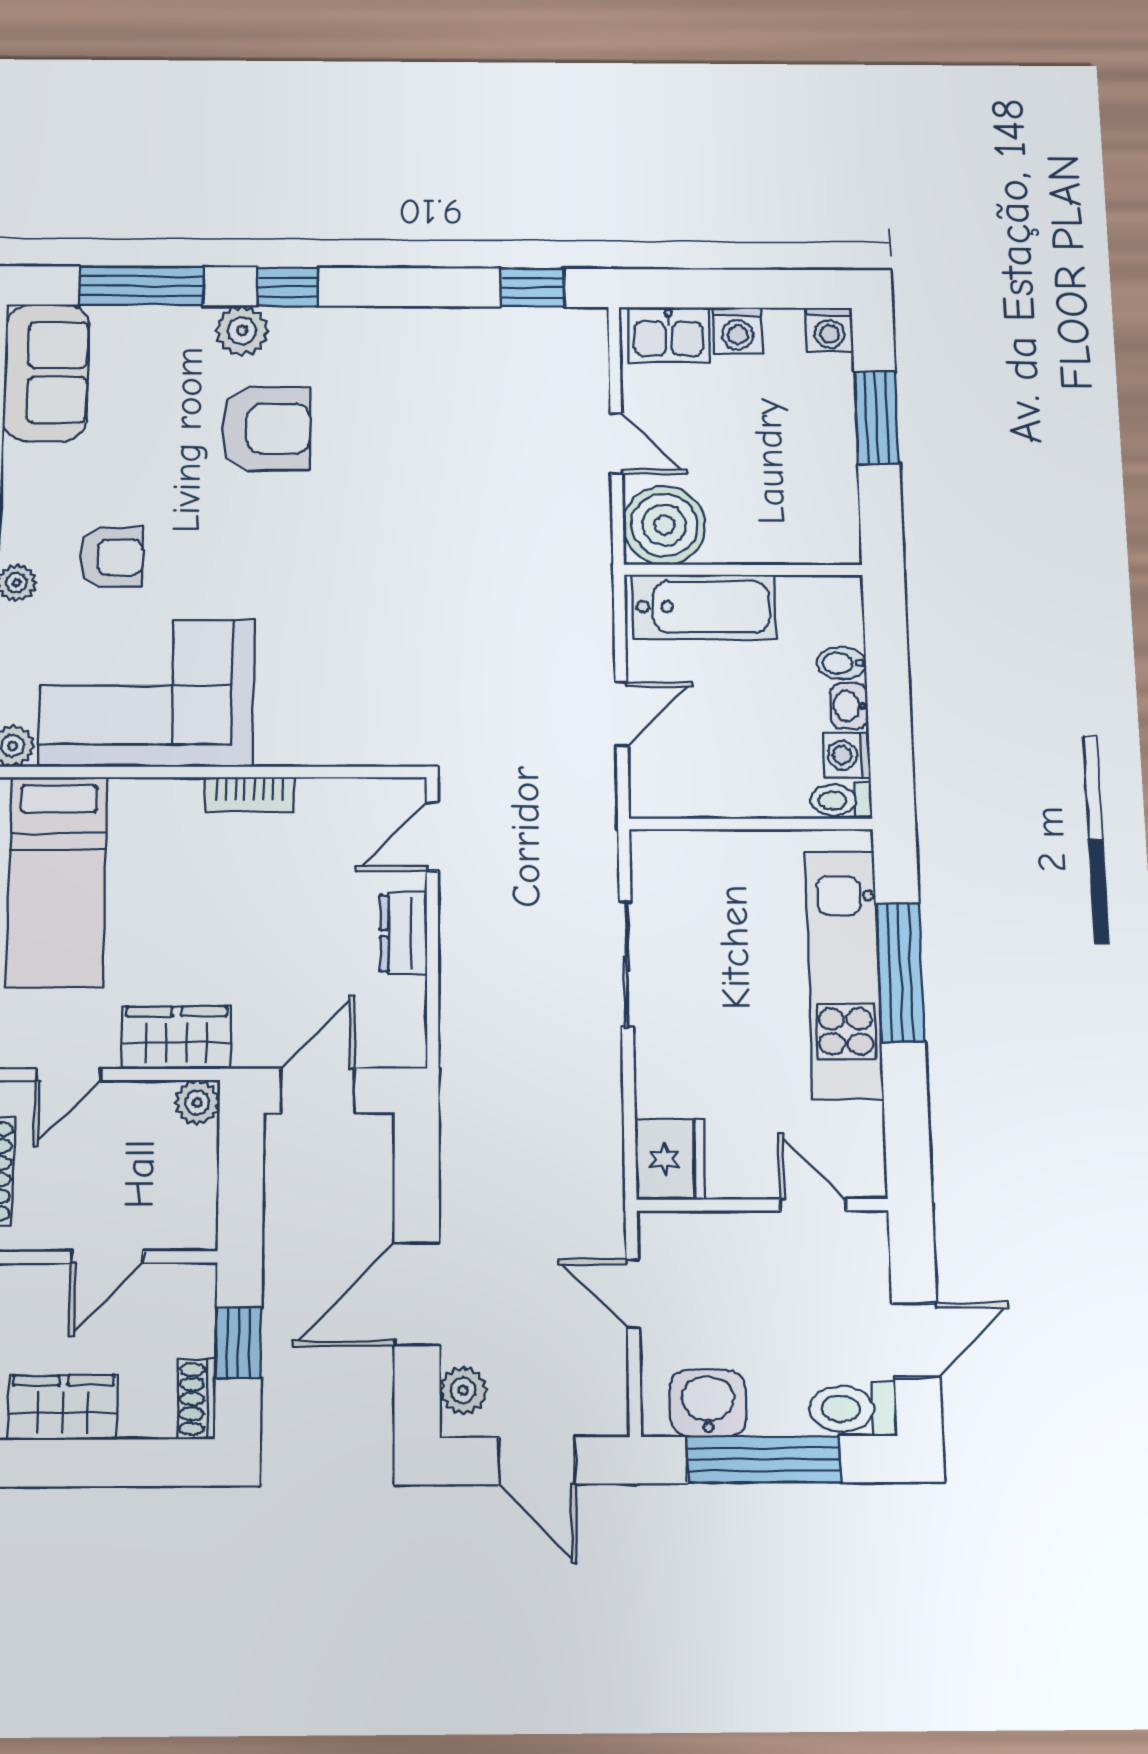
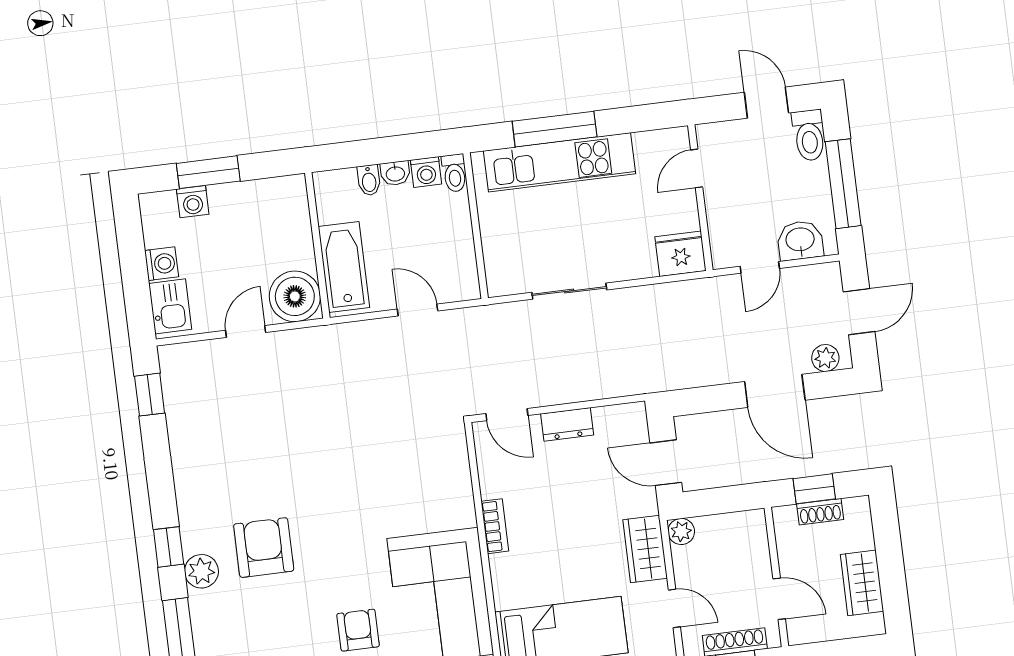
washing machine: (829, 330) -> (193, 202), moved, turned 90
door: (107, 1257) -> (779, 599), moved
shoe rack: (196, 1399) -> (820, 512), moved
washbasin: (708, 1403) -> (800, 240), moved, turned 90

